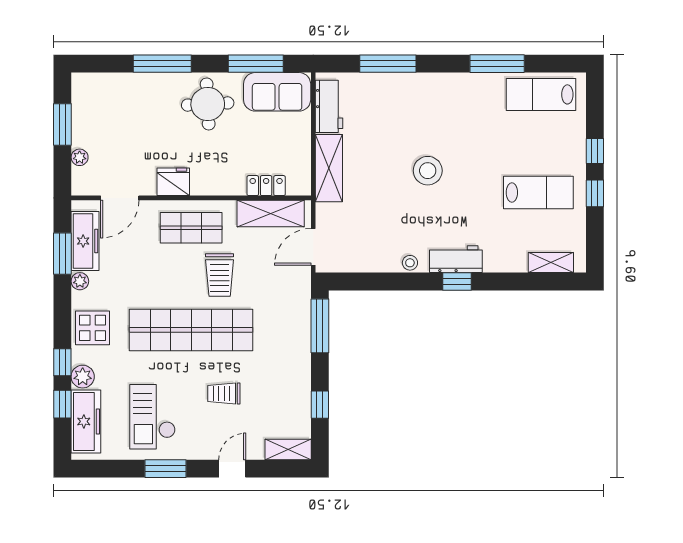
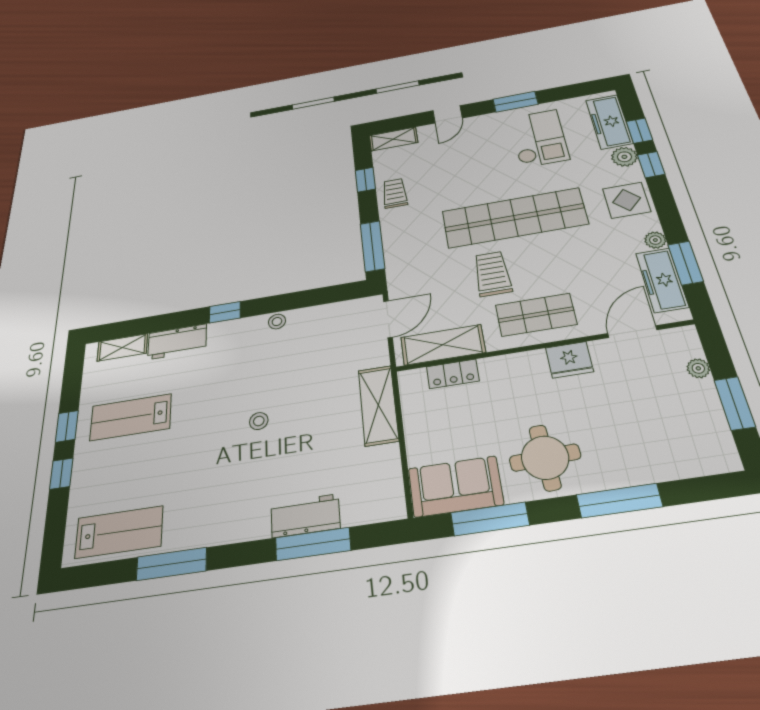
workbench: (329, 106) -> (305, 516), moved, turned 90
stool: (428, 171) -> (259, 421), width x0.53, depth x0.53
workbench: (456, 259) -> (177, 342), moved
trolley: (224, 393) -> (395, 193), moved, turned -90

